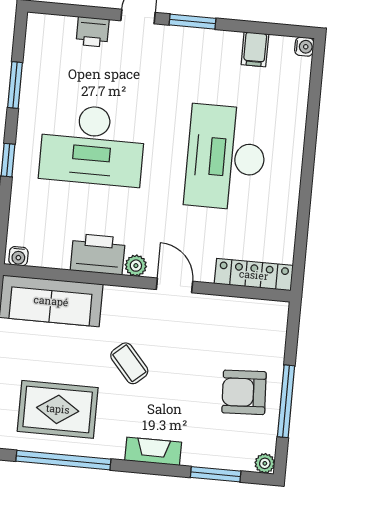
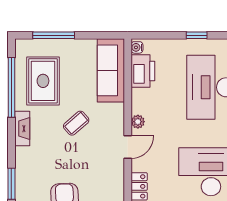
printer: (98, 254) -> (143, 71), moved
fireplace: (153, 451) -> (22, 129), moved

